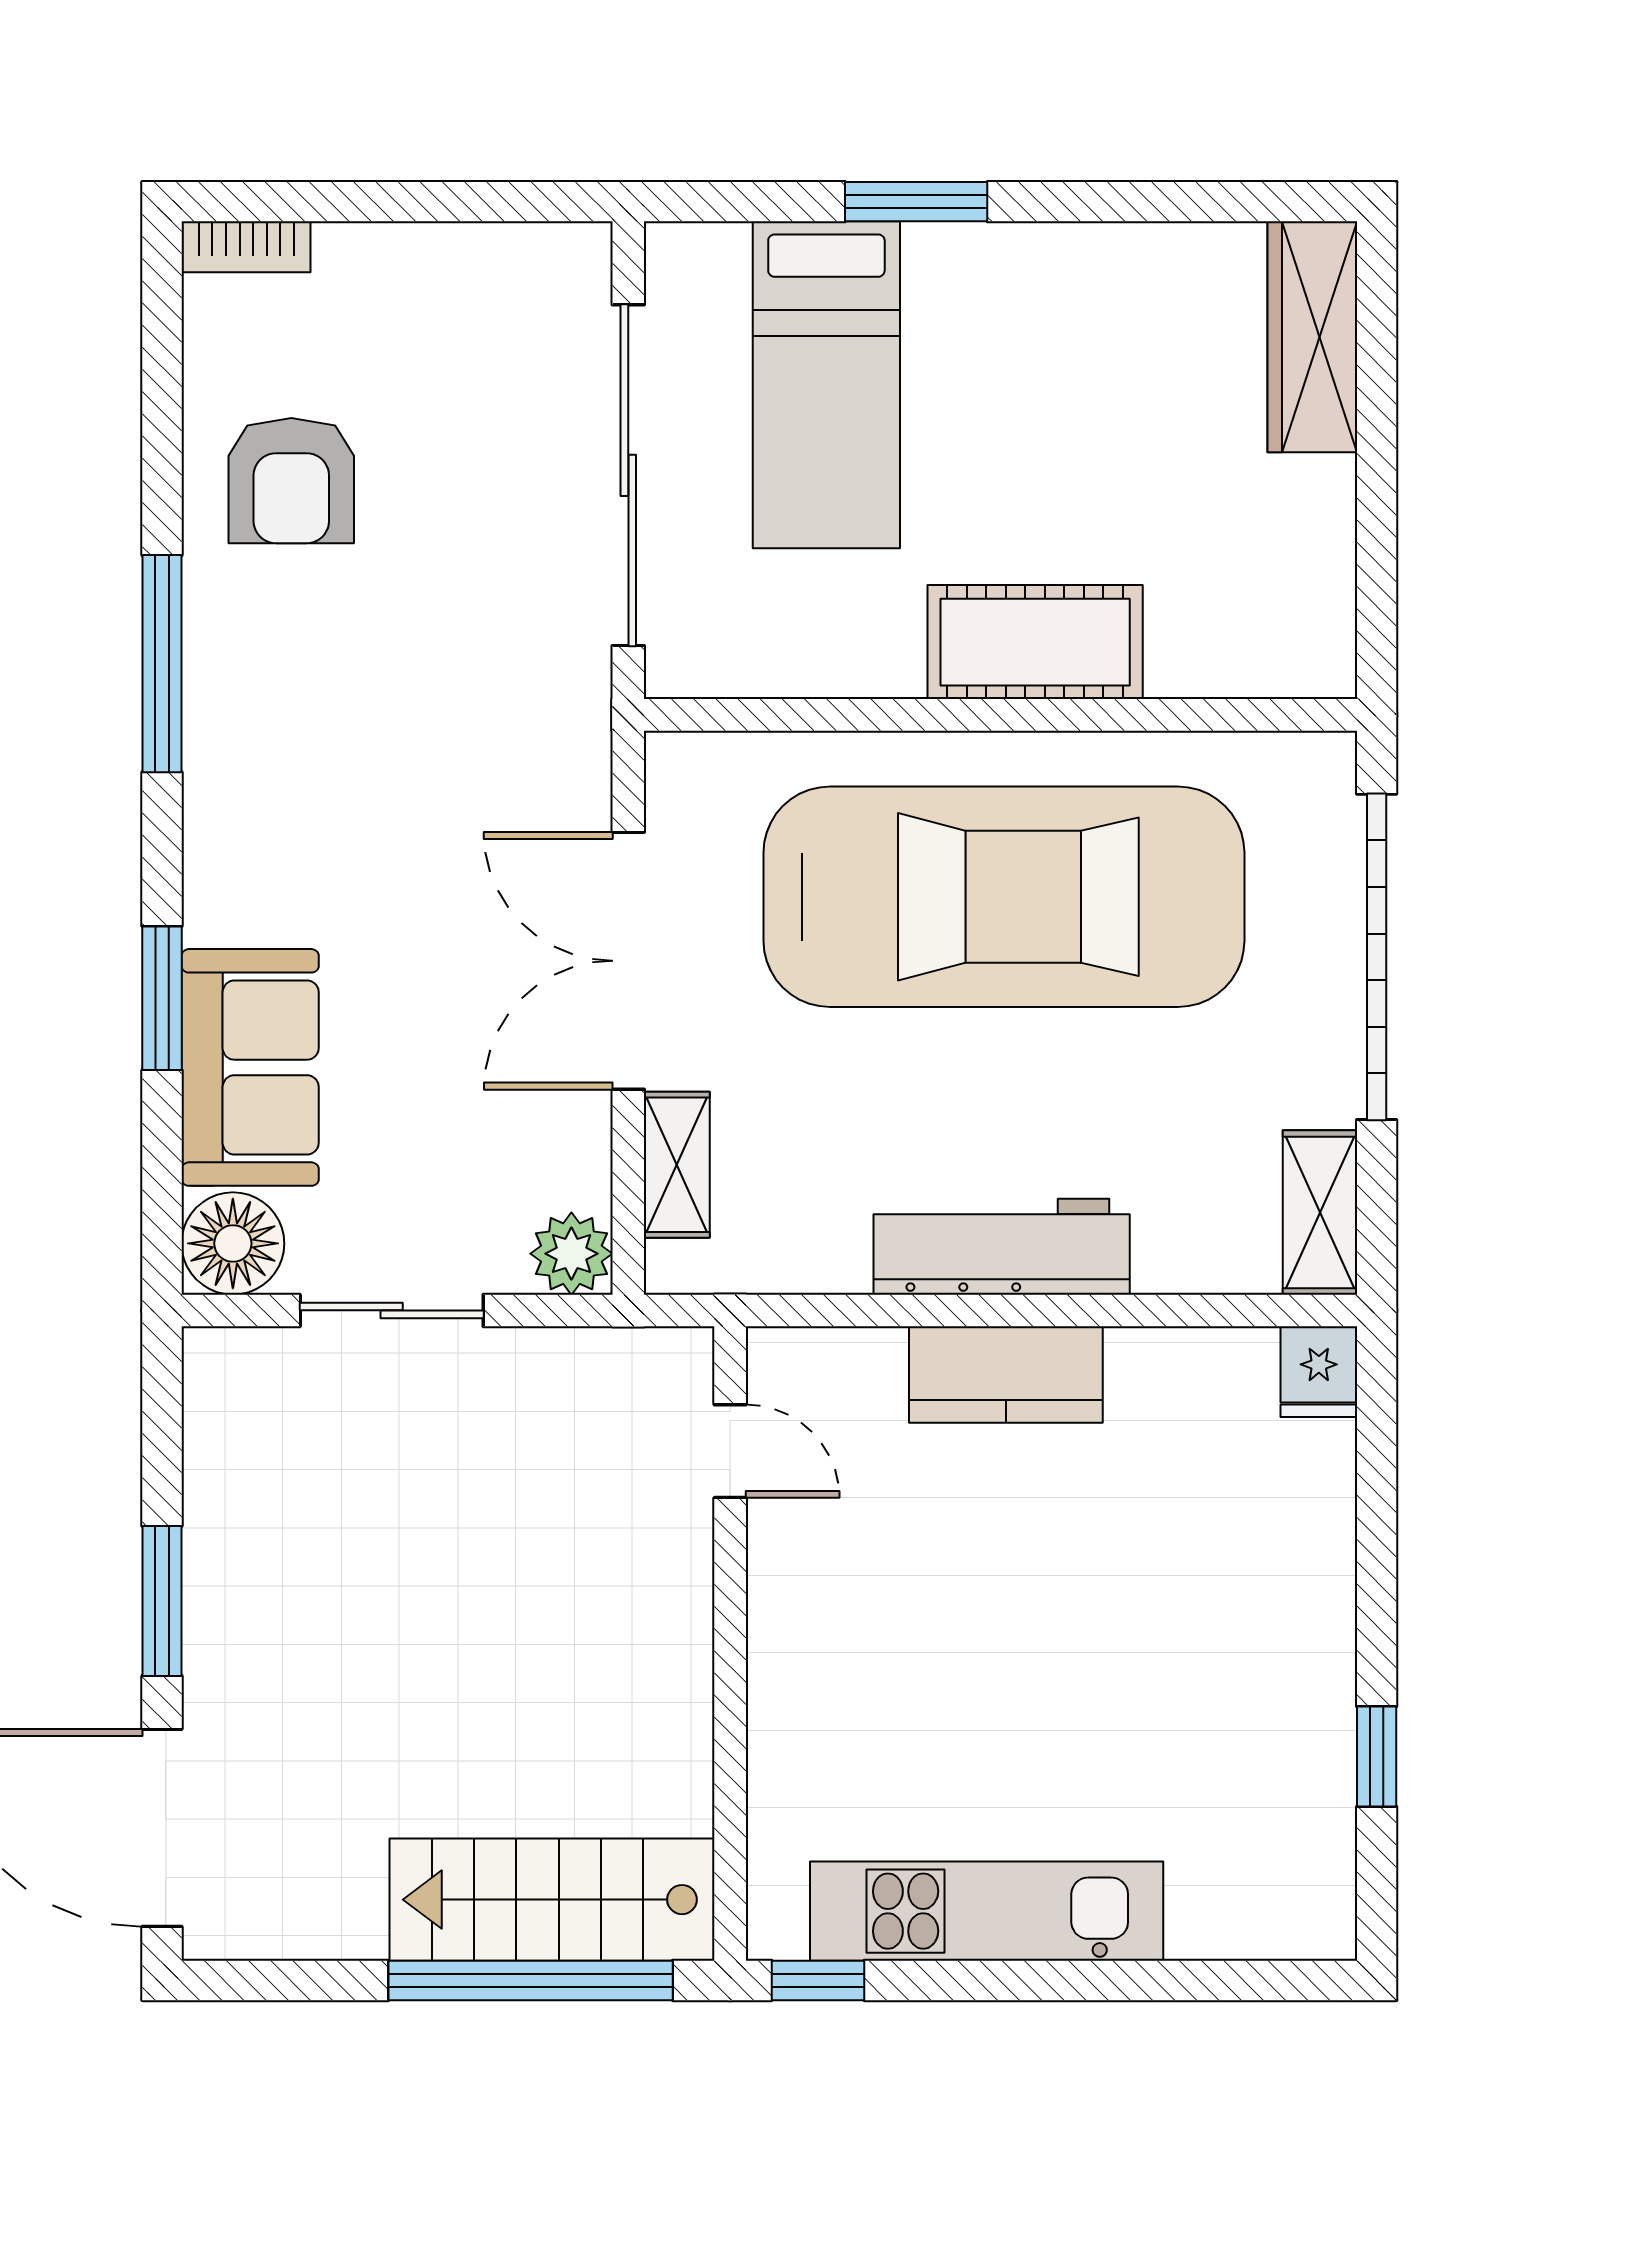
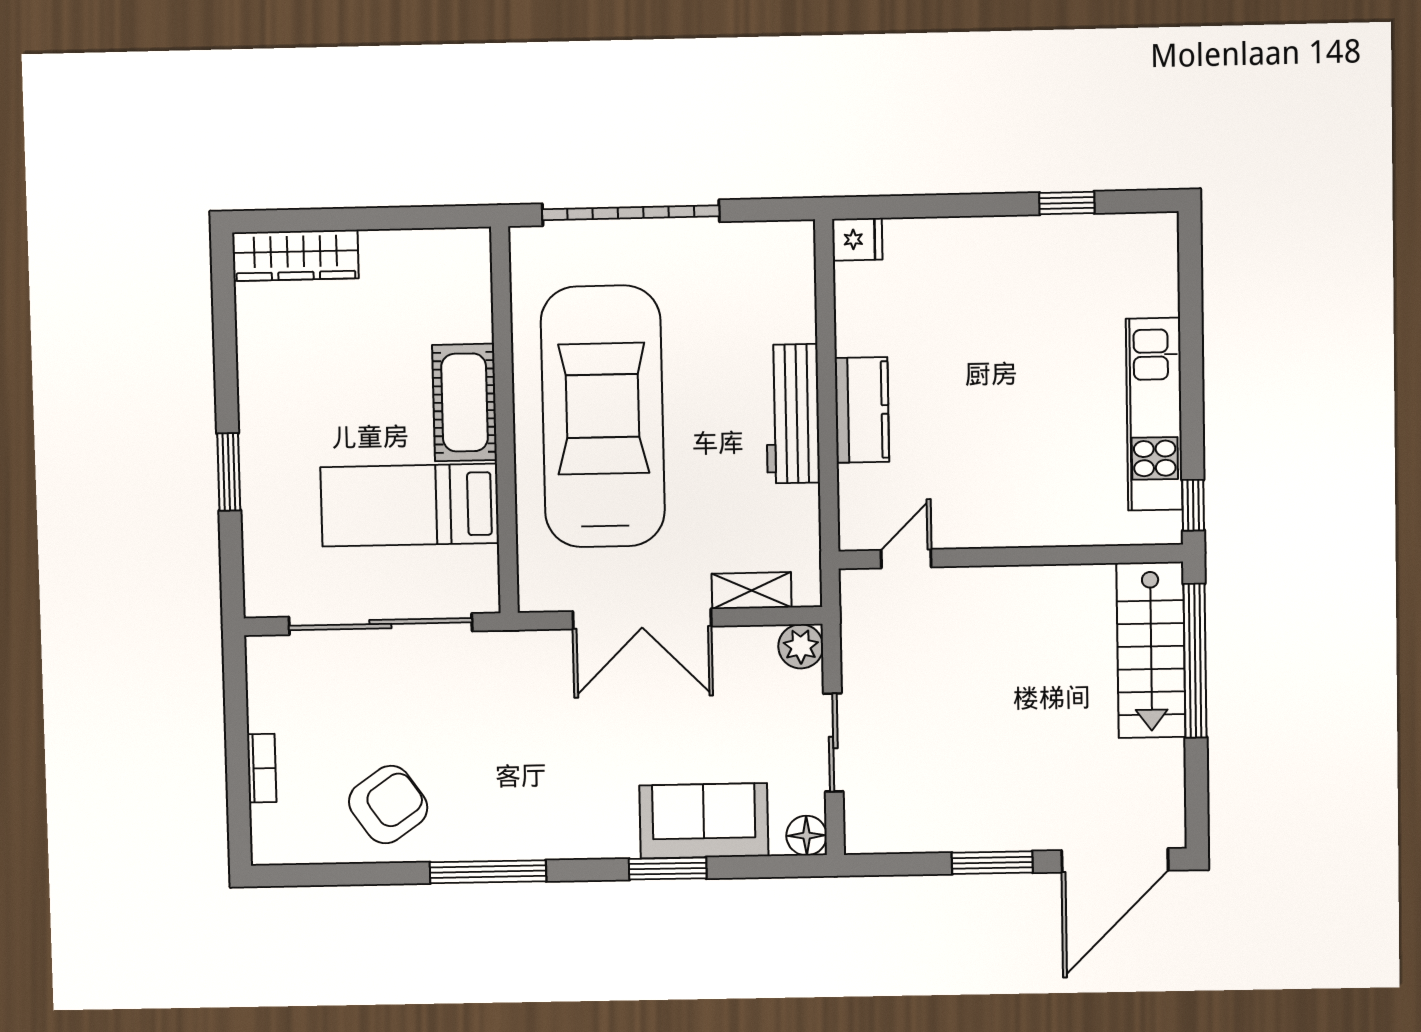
bookcase: (246, 247) -> (262, 768), moved
bed: (826, 385) -> (410, 505), moved, turned 180
armchair: (291, 481) -> (388, 805), turned -35
shelving: (1320, 1212) -> (770, 241), removed
floor lamp: (233, 1243) -> (807, 836), width x0.73, depth x0.73

